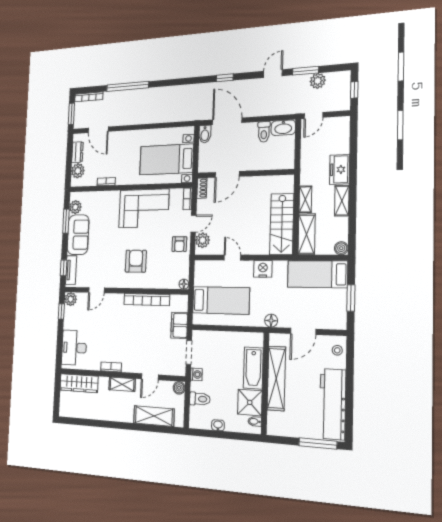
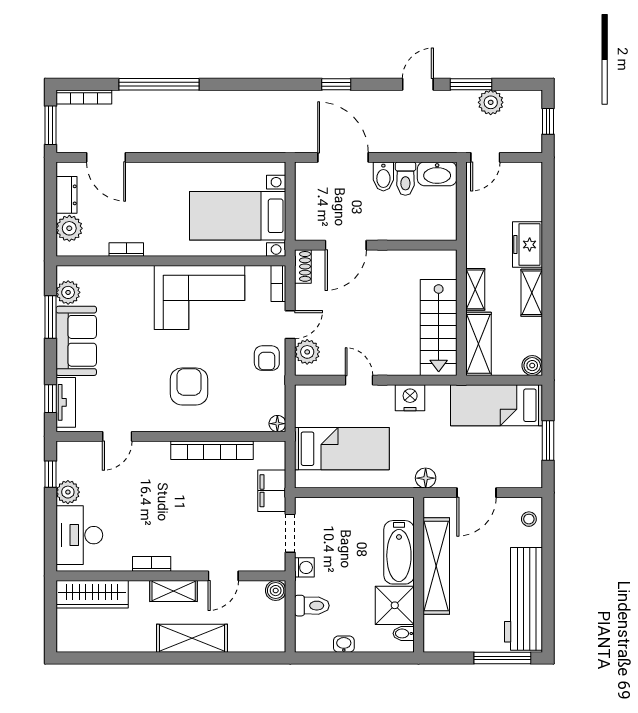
bidet: (205, 134) -> (383, 176), moved
plant: (71, 299) -> (68, 492), moved
shelving: (154, 416) -> (192, 638), moved

